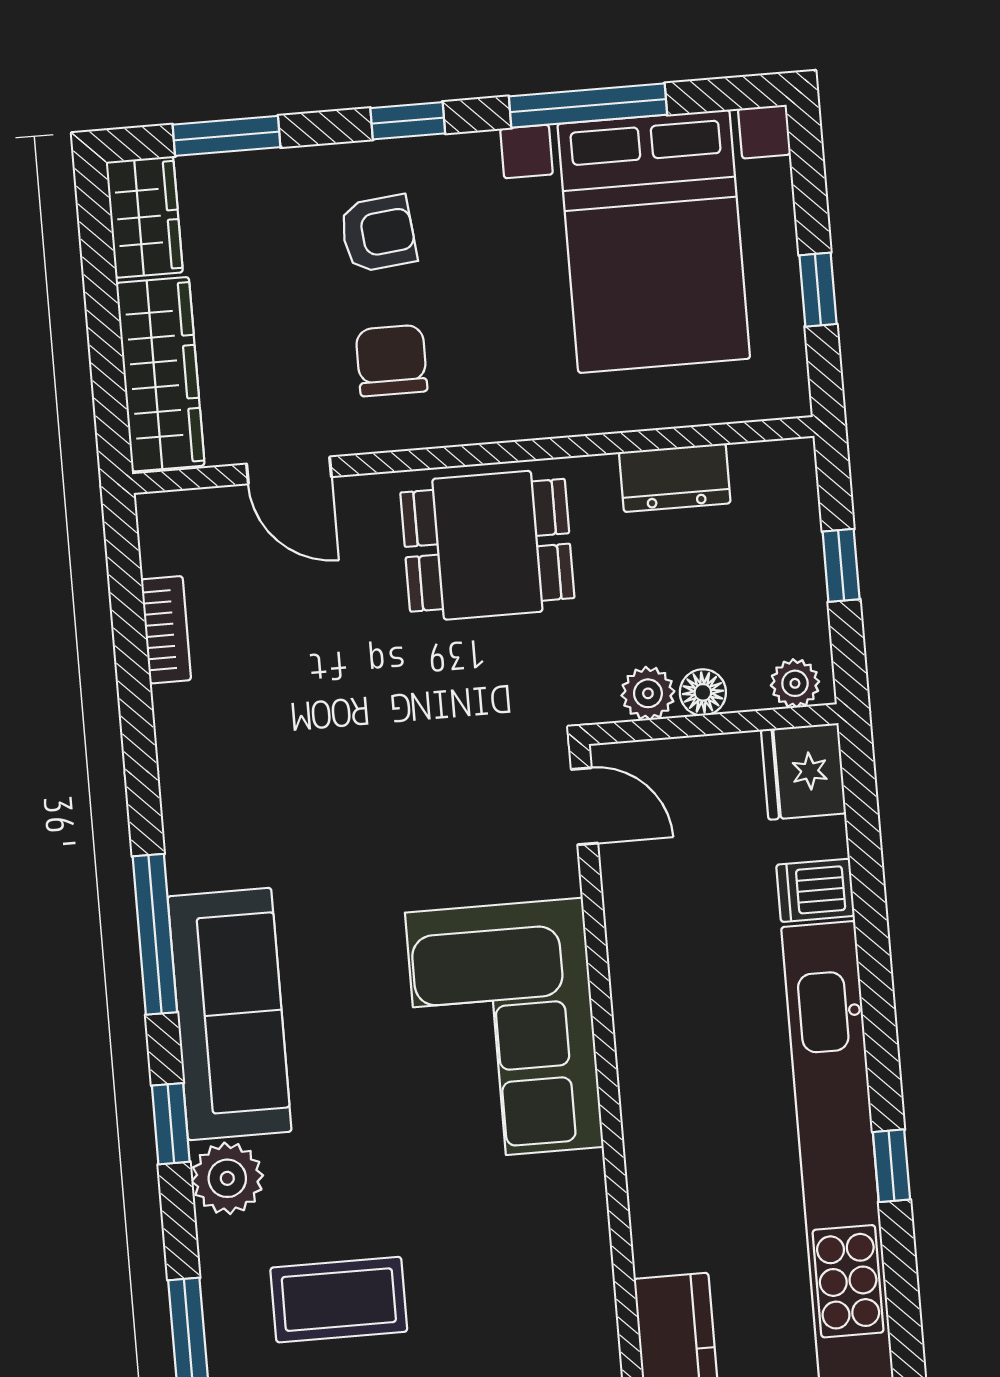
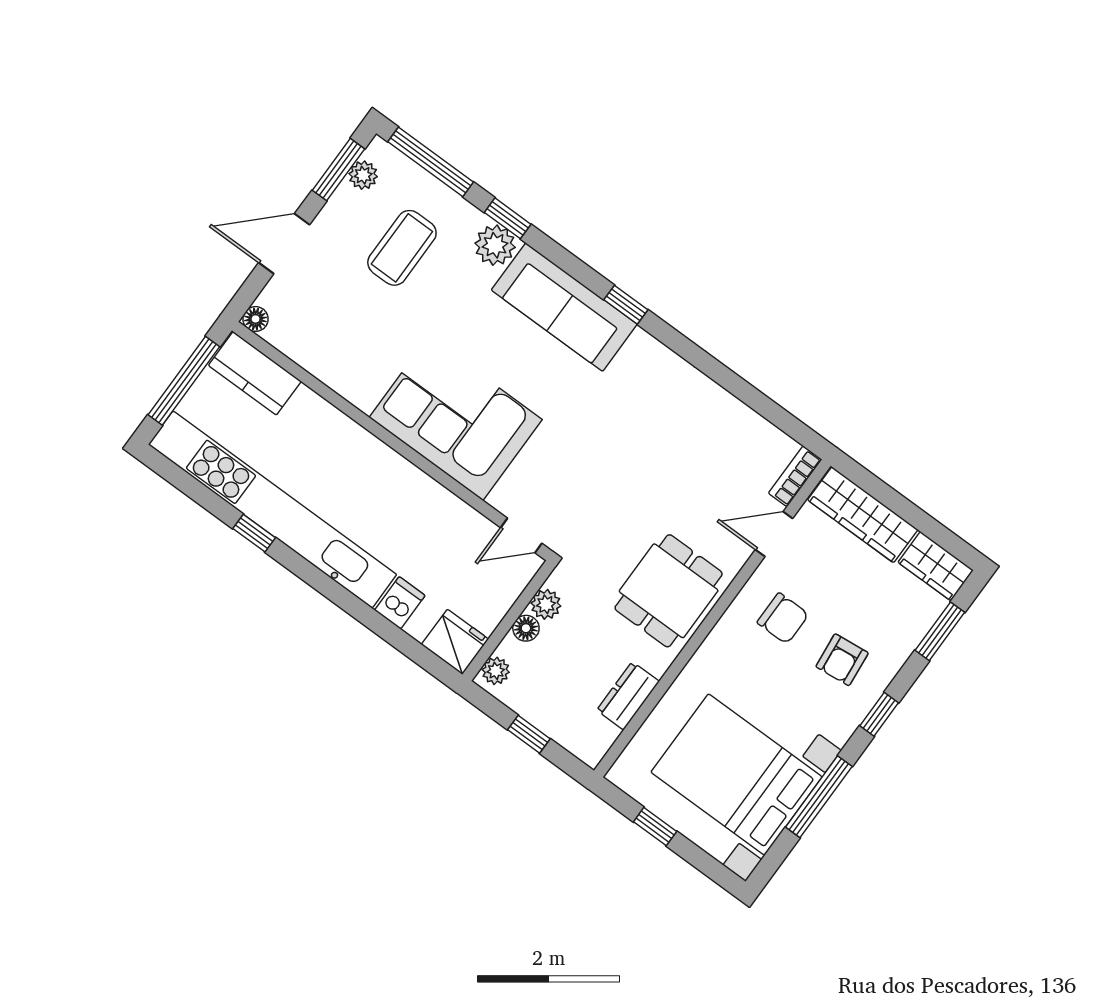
bookcase: (166, 630) -> (795, 476), moved, turned 90
window: (155, 934) -> (626, 305), width x0.46
window: (171, 1124) -> (508, 218), moved

